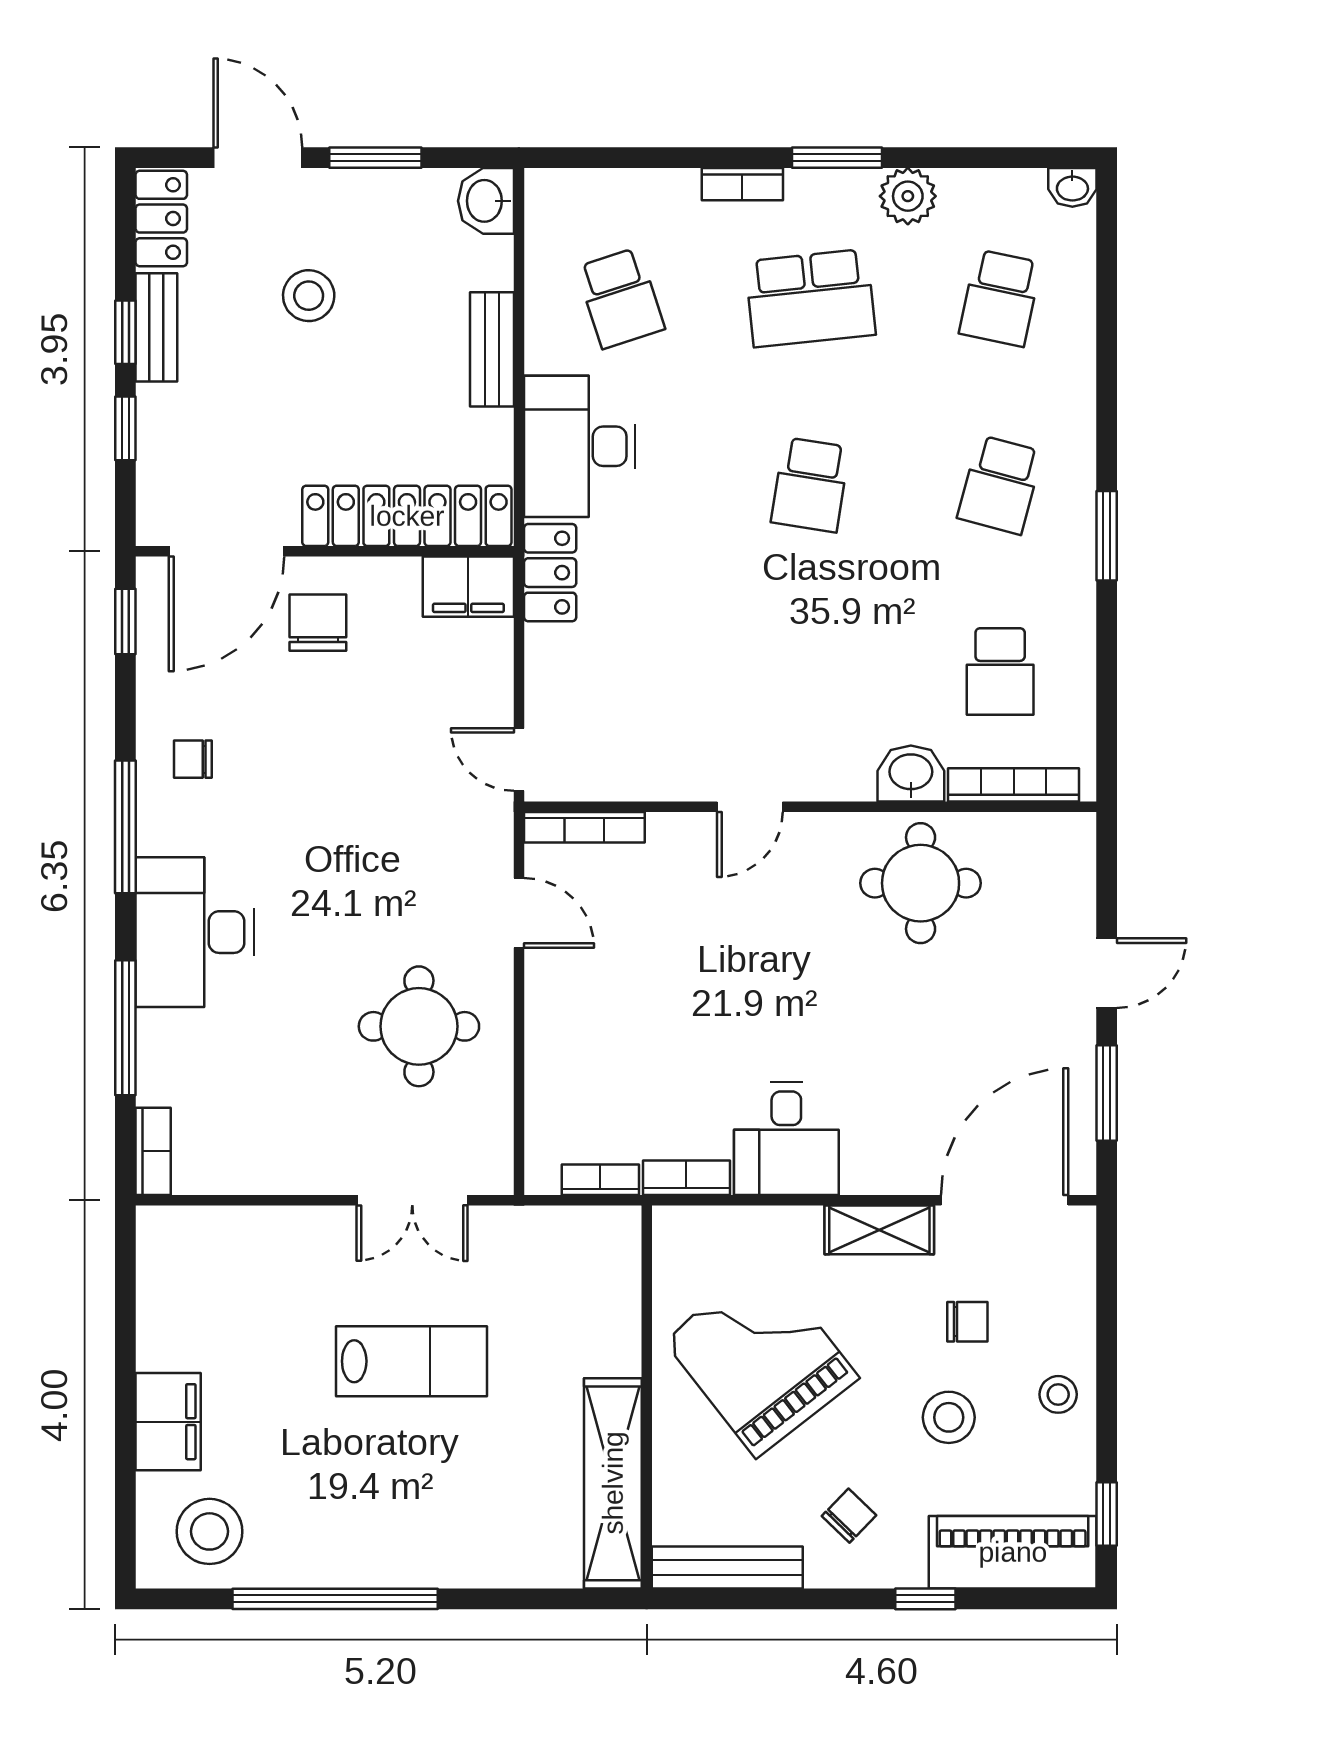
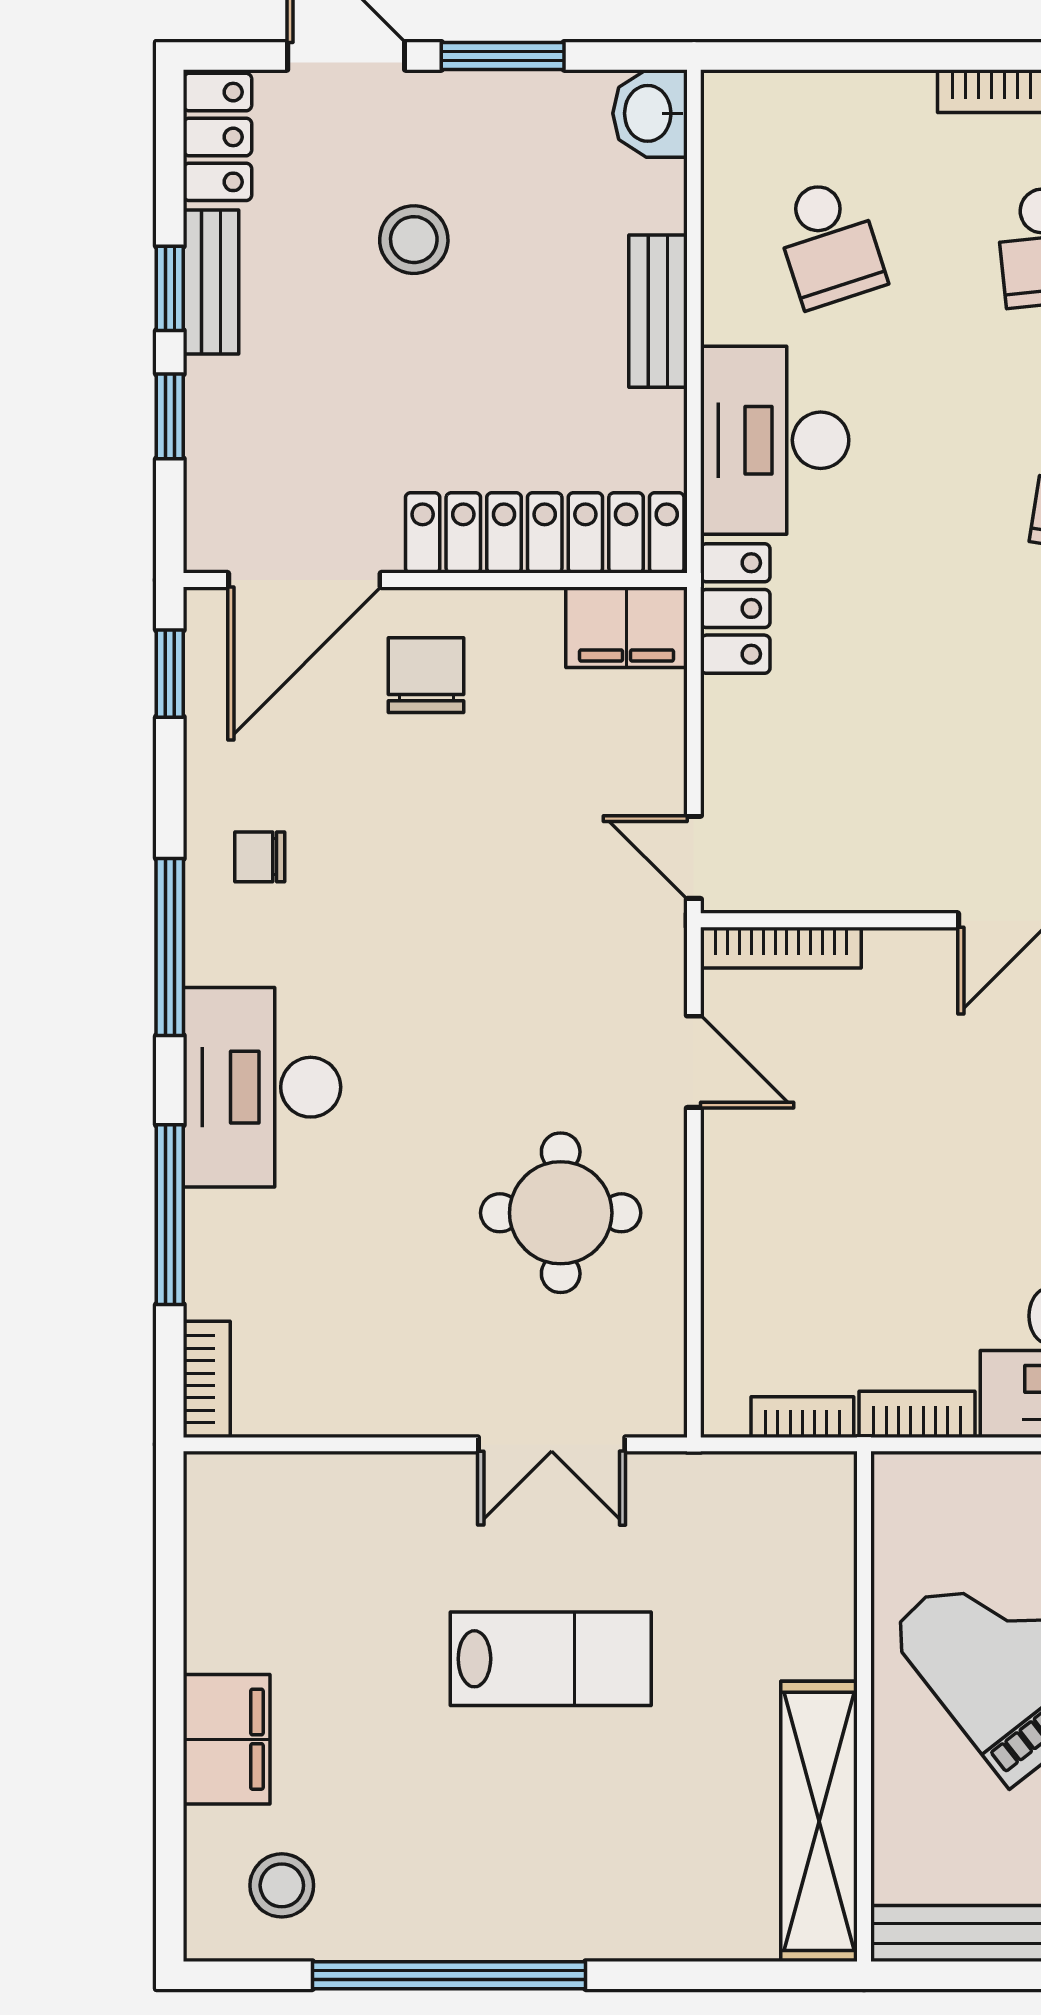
stool: (210, 1531) -> (282, 1885), width x0.73, depth x0.73

